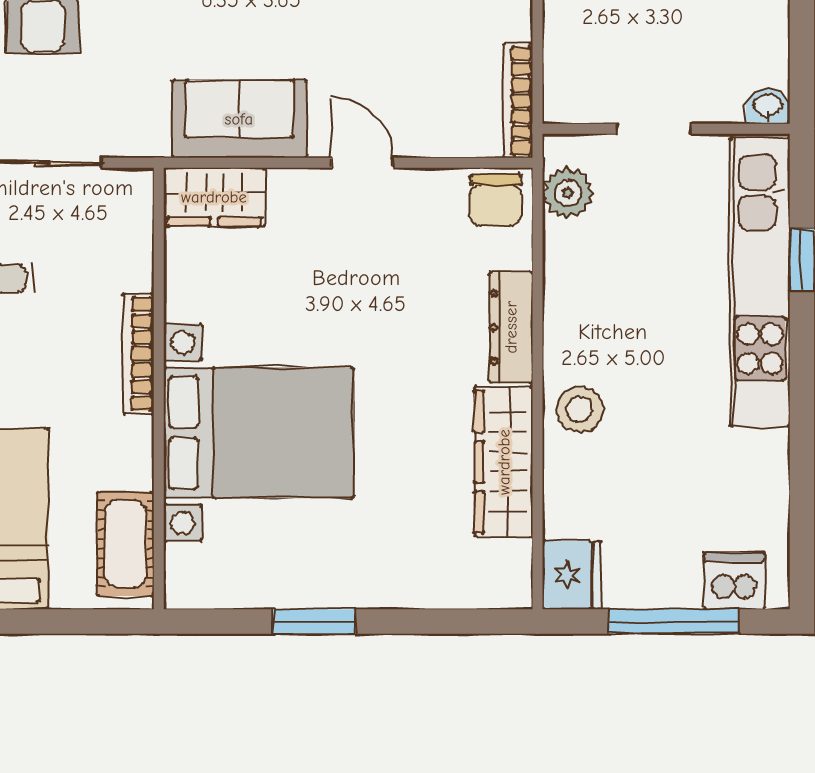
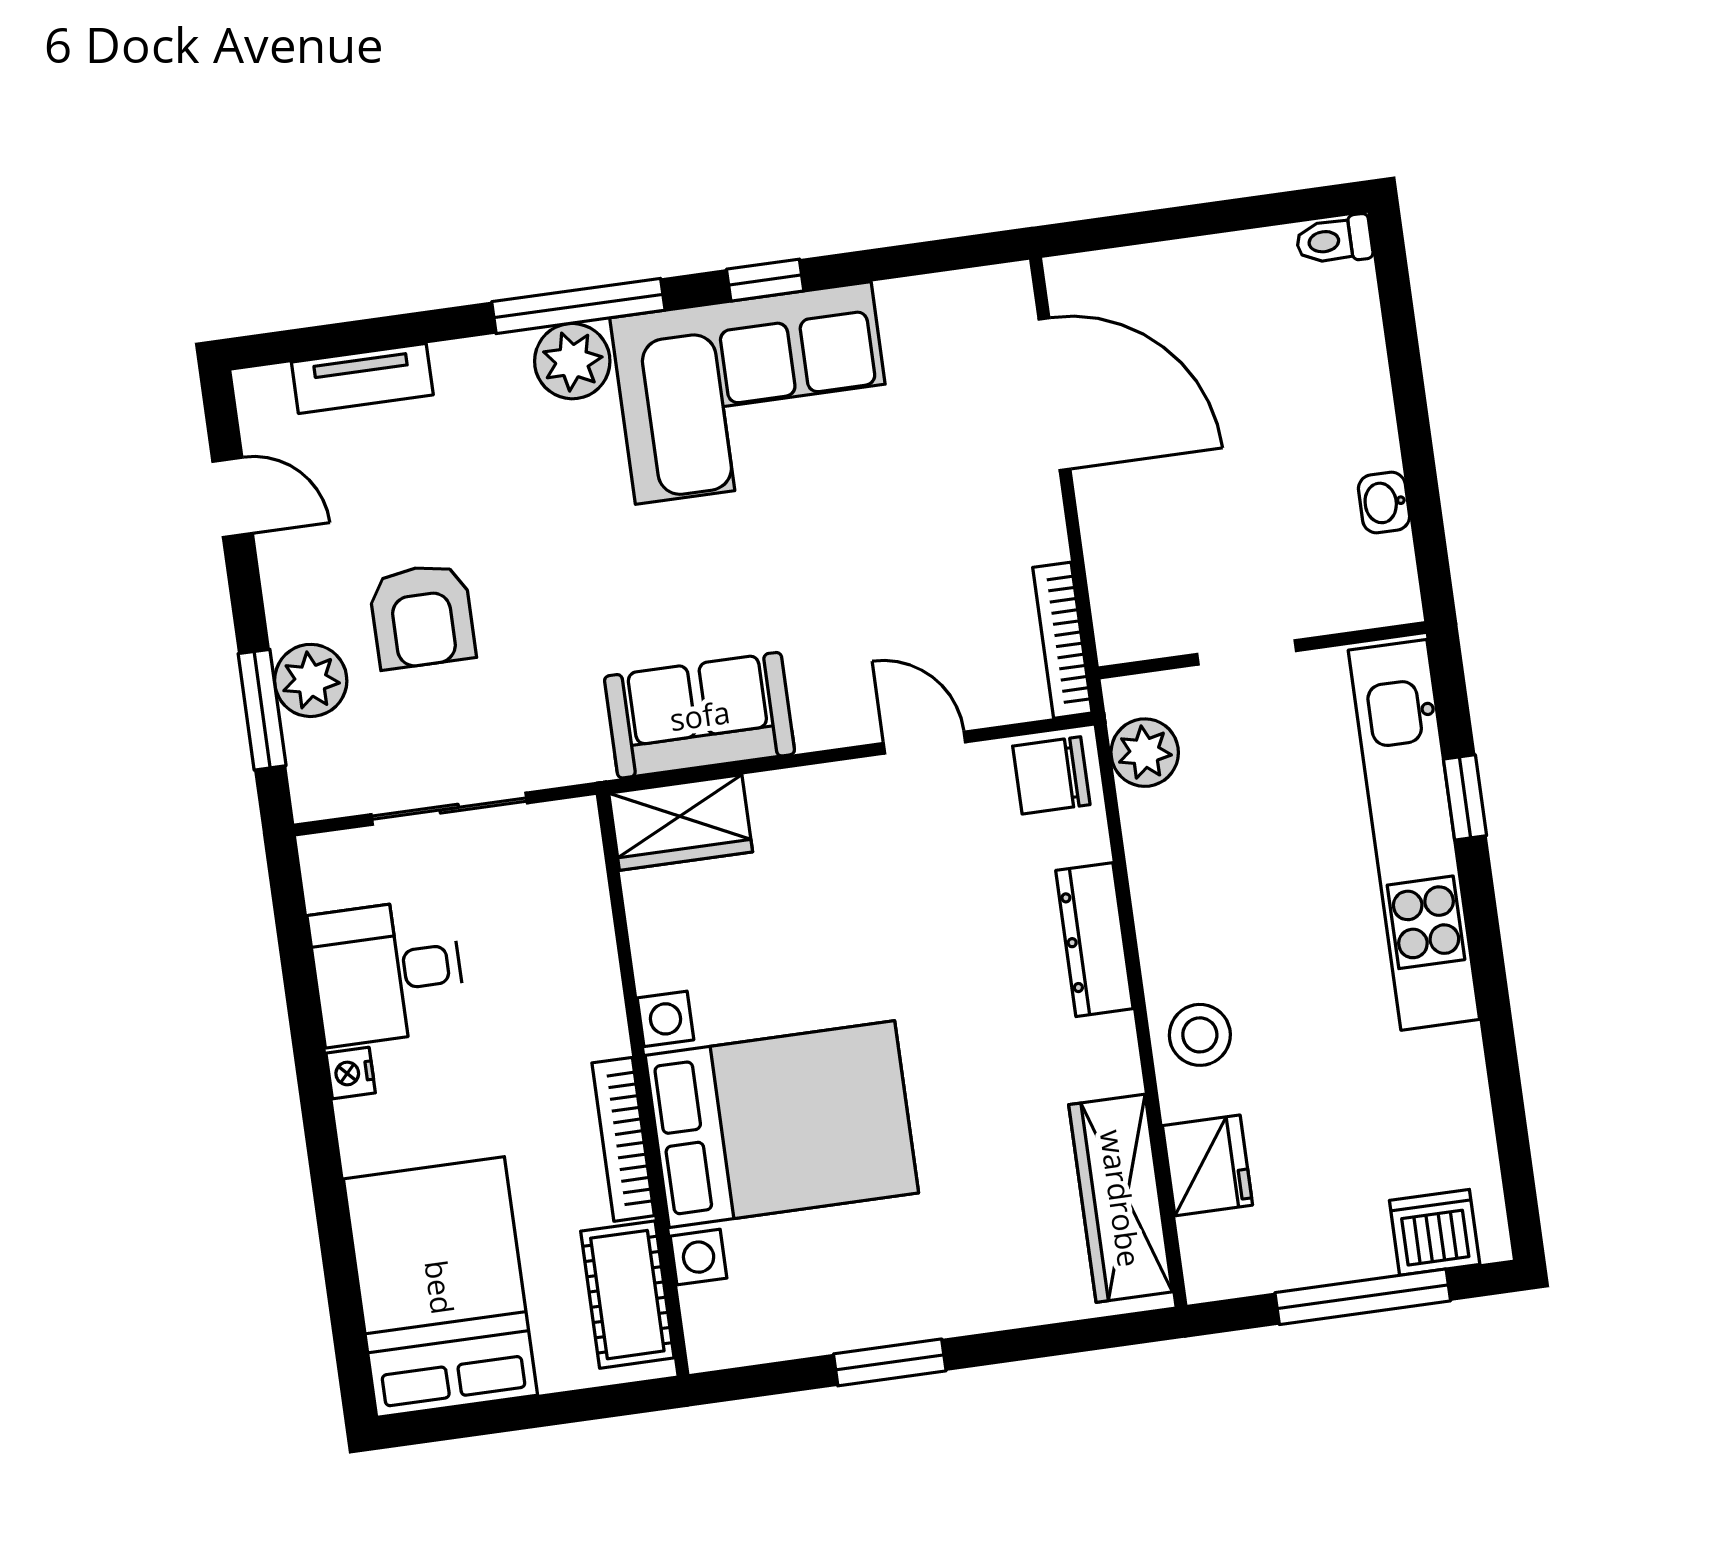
washbasin: (768, 106) -> (1384, 503), moved, turned -90
door: (362, 163) -> (924, 743), moved
chair: (496, 200) -> (1051, 775), turned 90
bookcase: (138, 354) -> (623, 1139), moved
wardrobe: (504, 462) -> (1121, 1198), moved
fridge: (572, 575) -> (1207, 1165), moved

